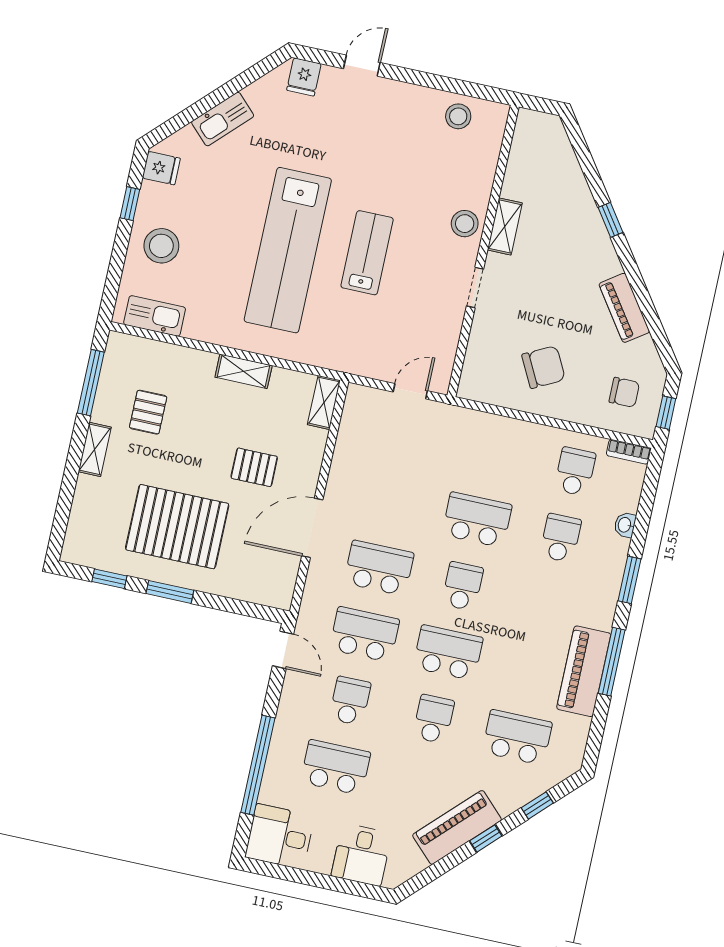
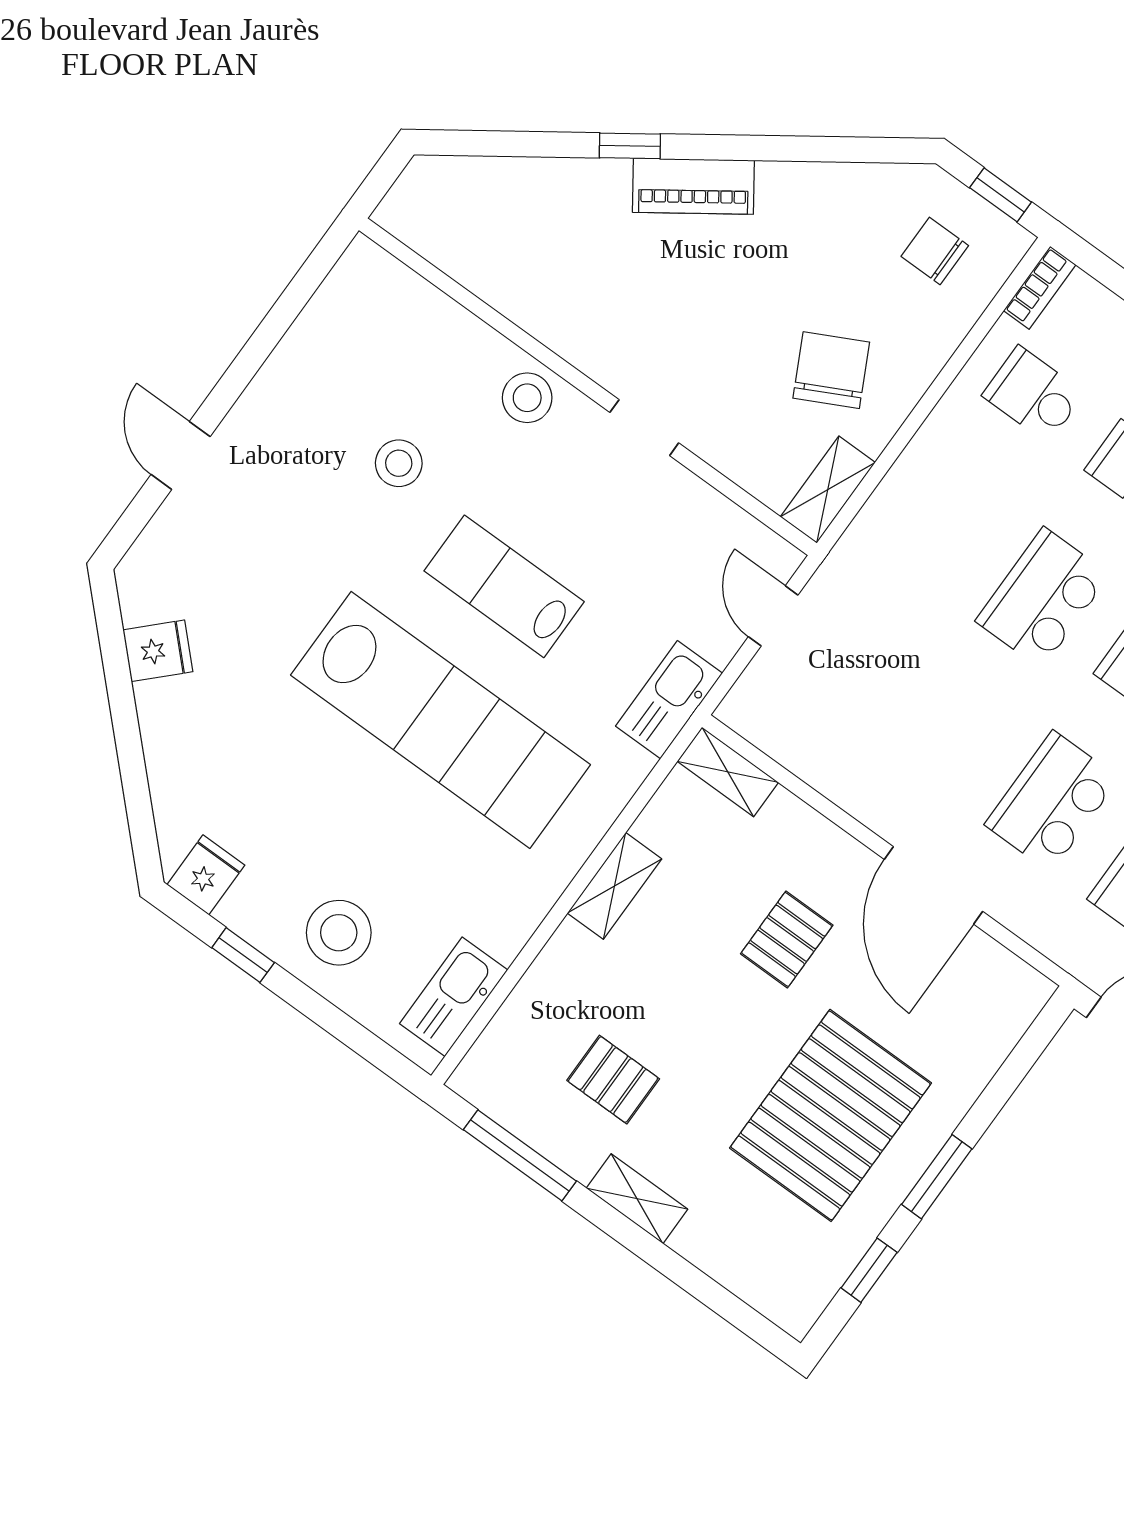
fridge: (304, 77) -> (158, 651), moved, turned -45
stool: (458, 116) -> (399, 463), moved
kitchen sink: (223, 119) -> (669, 700), moved, turned -135
shelving: (505, 226) -> (828, 490), moved, turned 90
piano: (624, 308) -> (693, 186), moved
chair: (624, 392) -> (935, 251), turned -90

